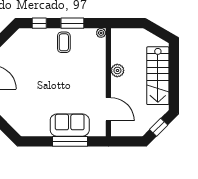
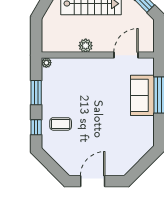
coffee table: (64, 42) -> (61, 124), moved

